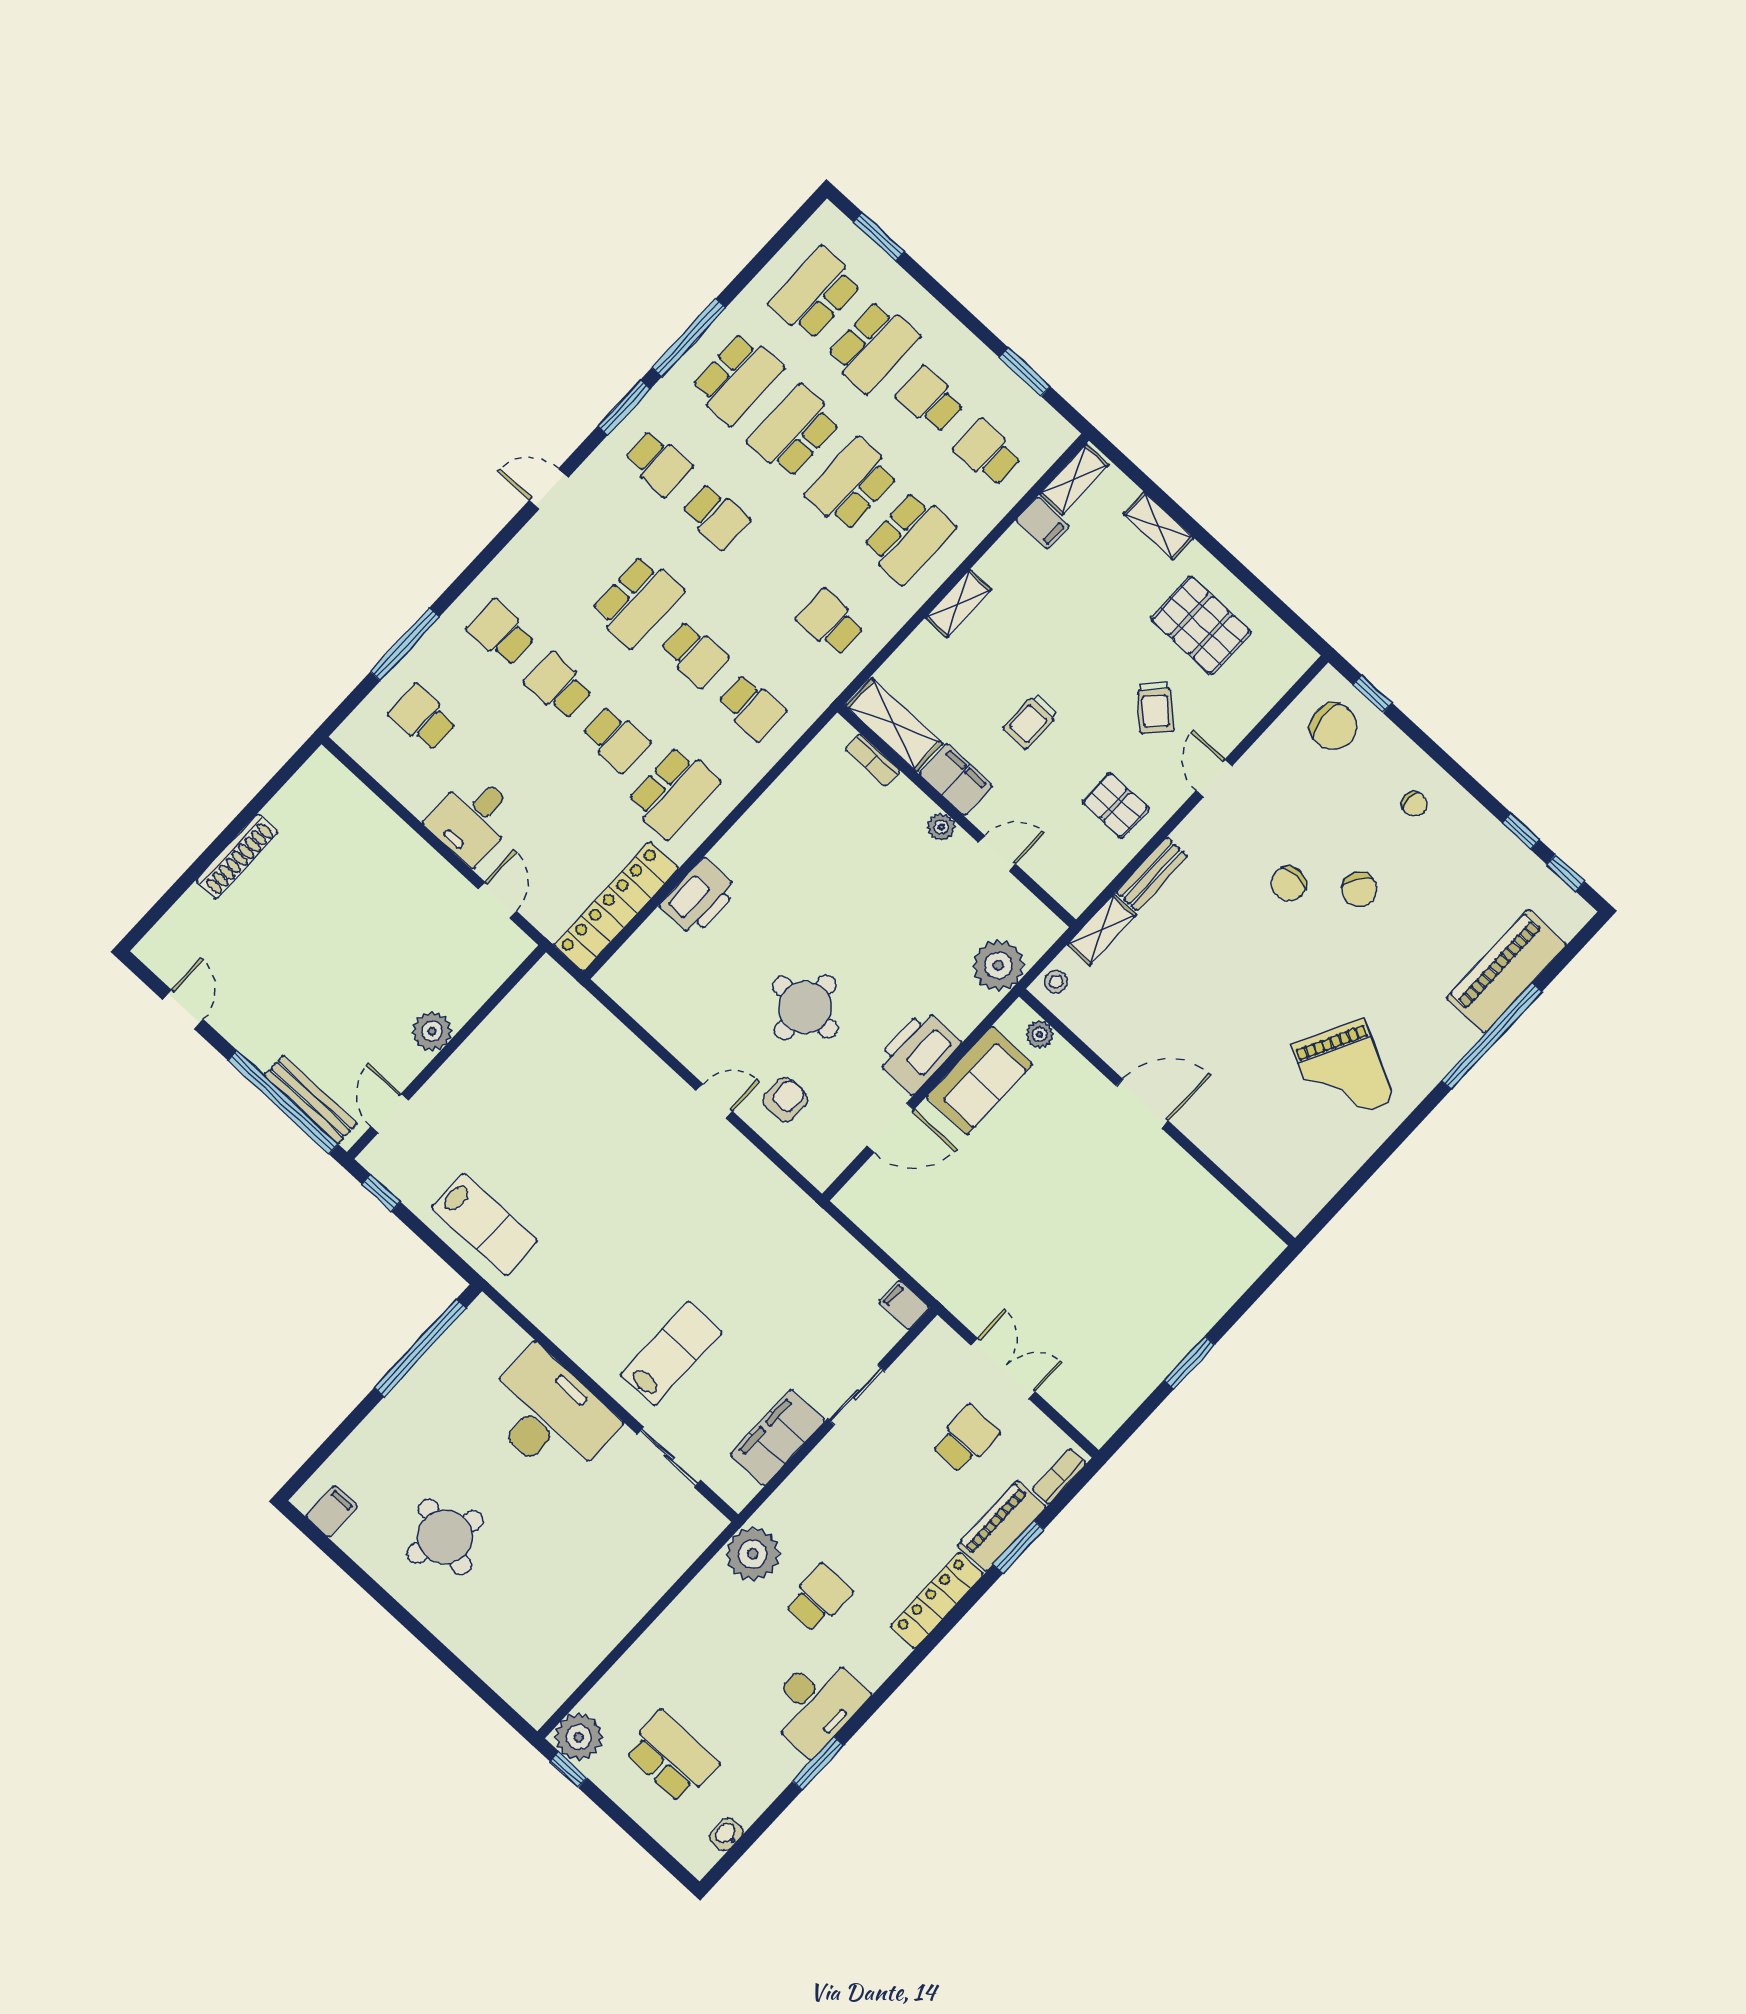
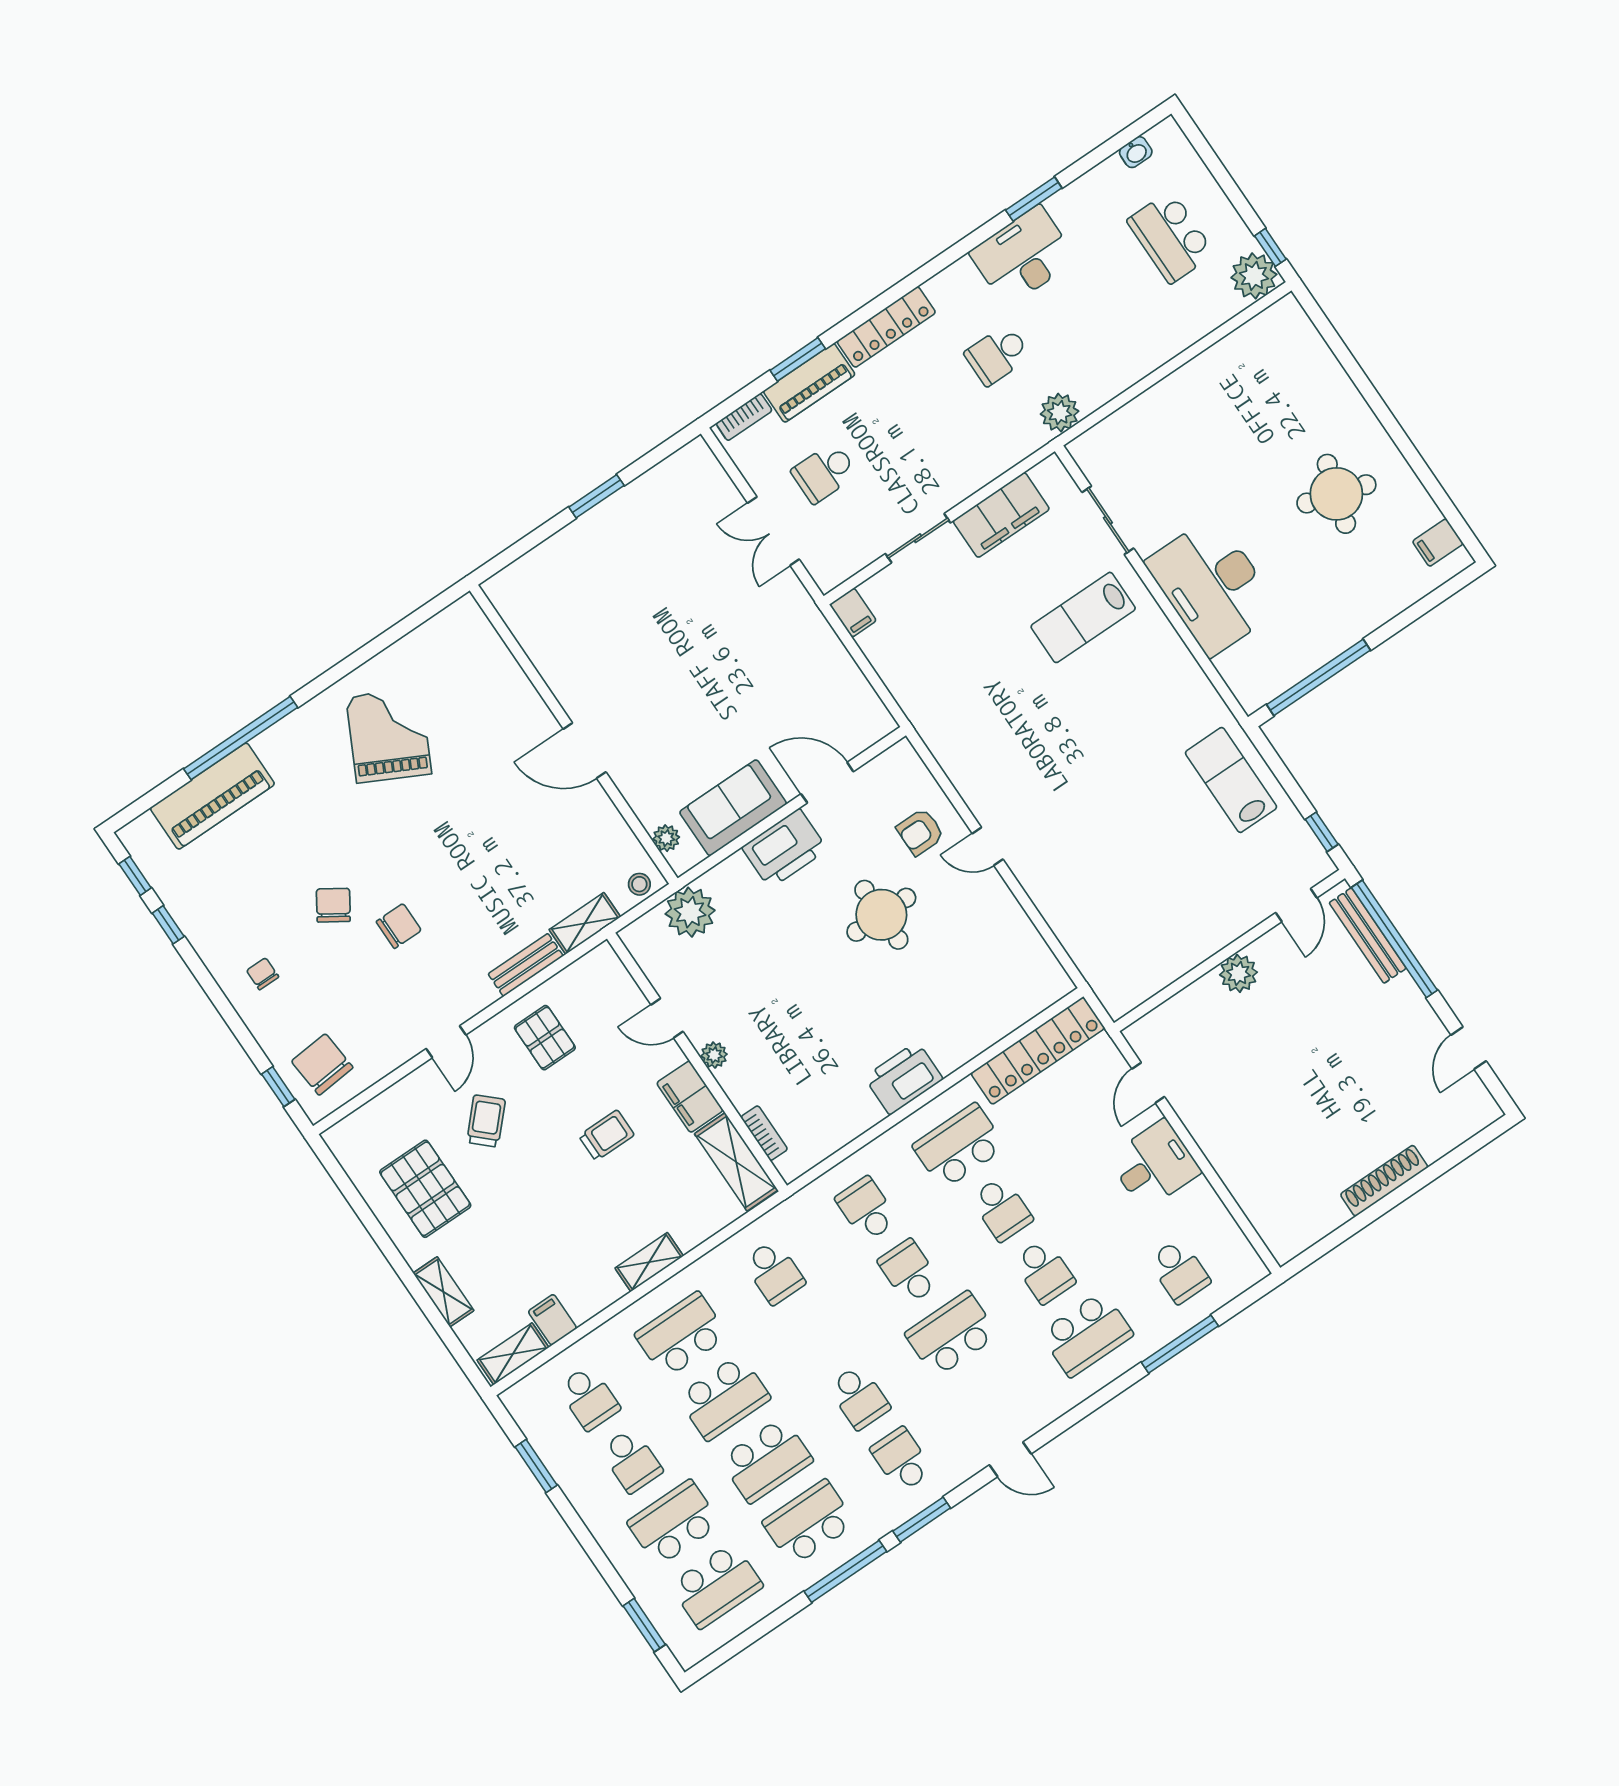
school desk: (716, 516) -> (859, 1397), turned 180
school desk: (501, 633) -> (1087, 1334), width x1.85
school desk: (616, 739) -> (1002, 1209), turned 180
printer: (699, 897) -> (904, 1078), moved
plant: (753, 1554) -> (1060, 413), width x0.73, depth x0.73

